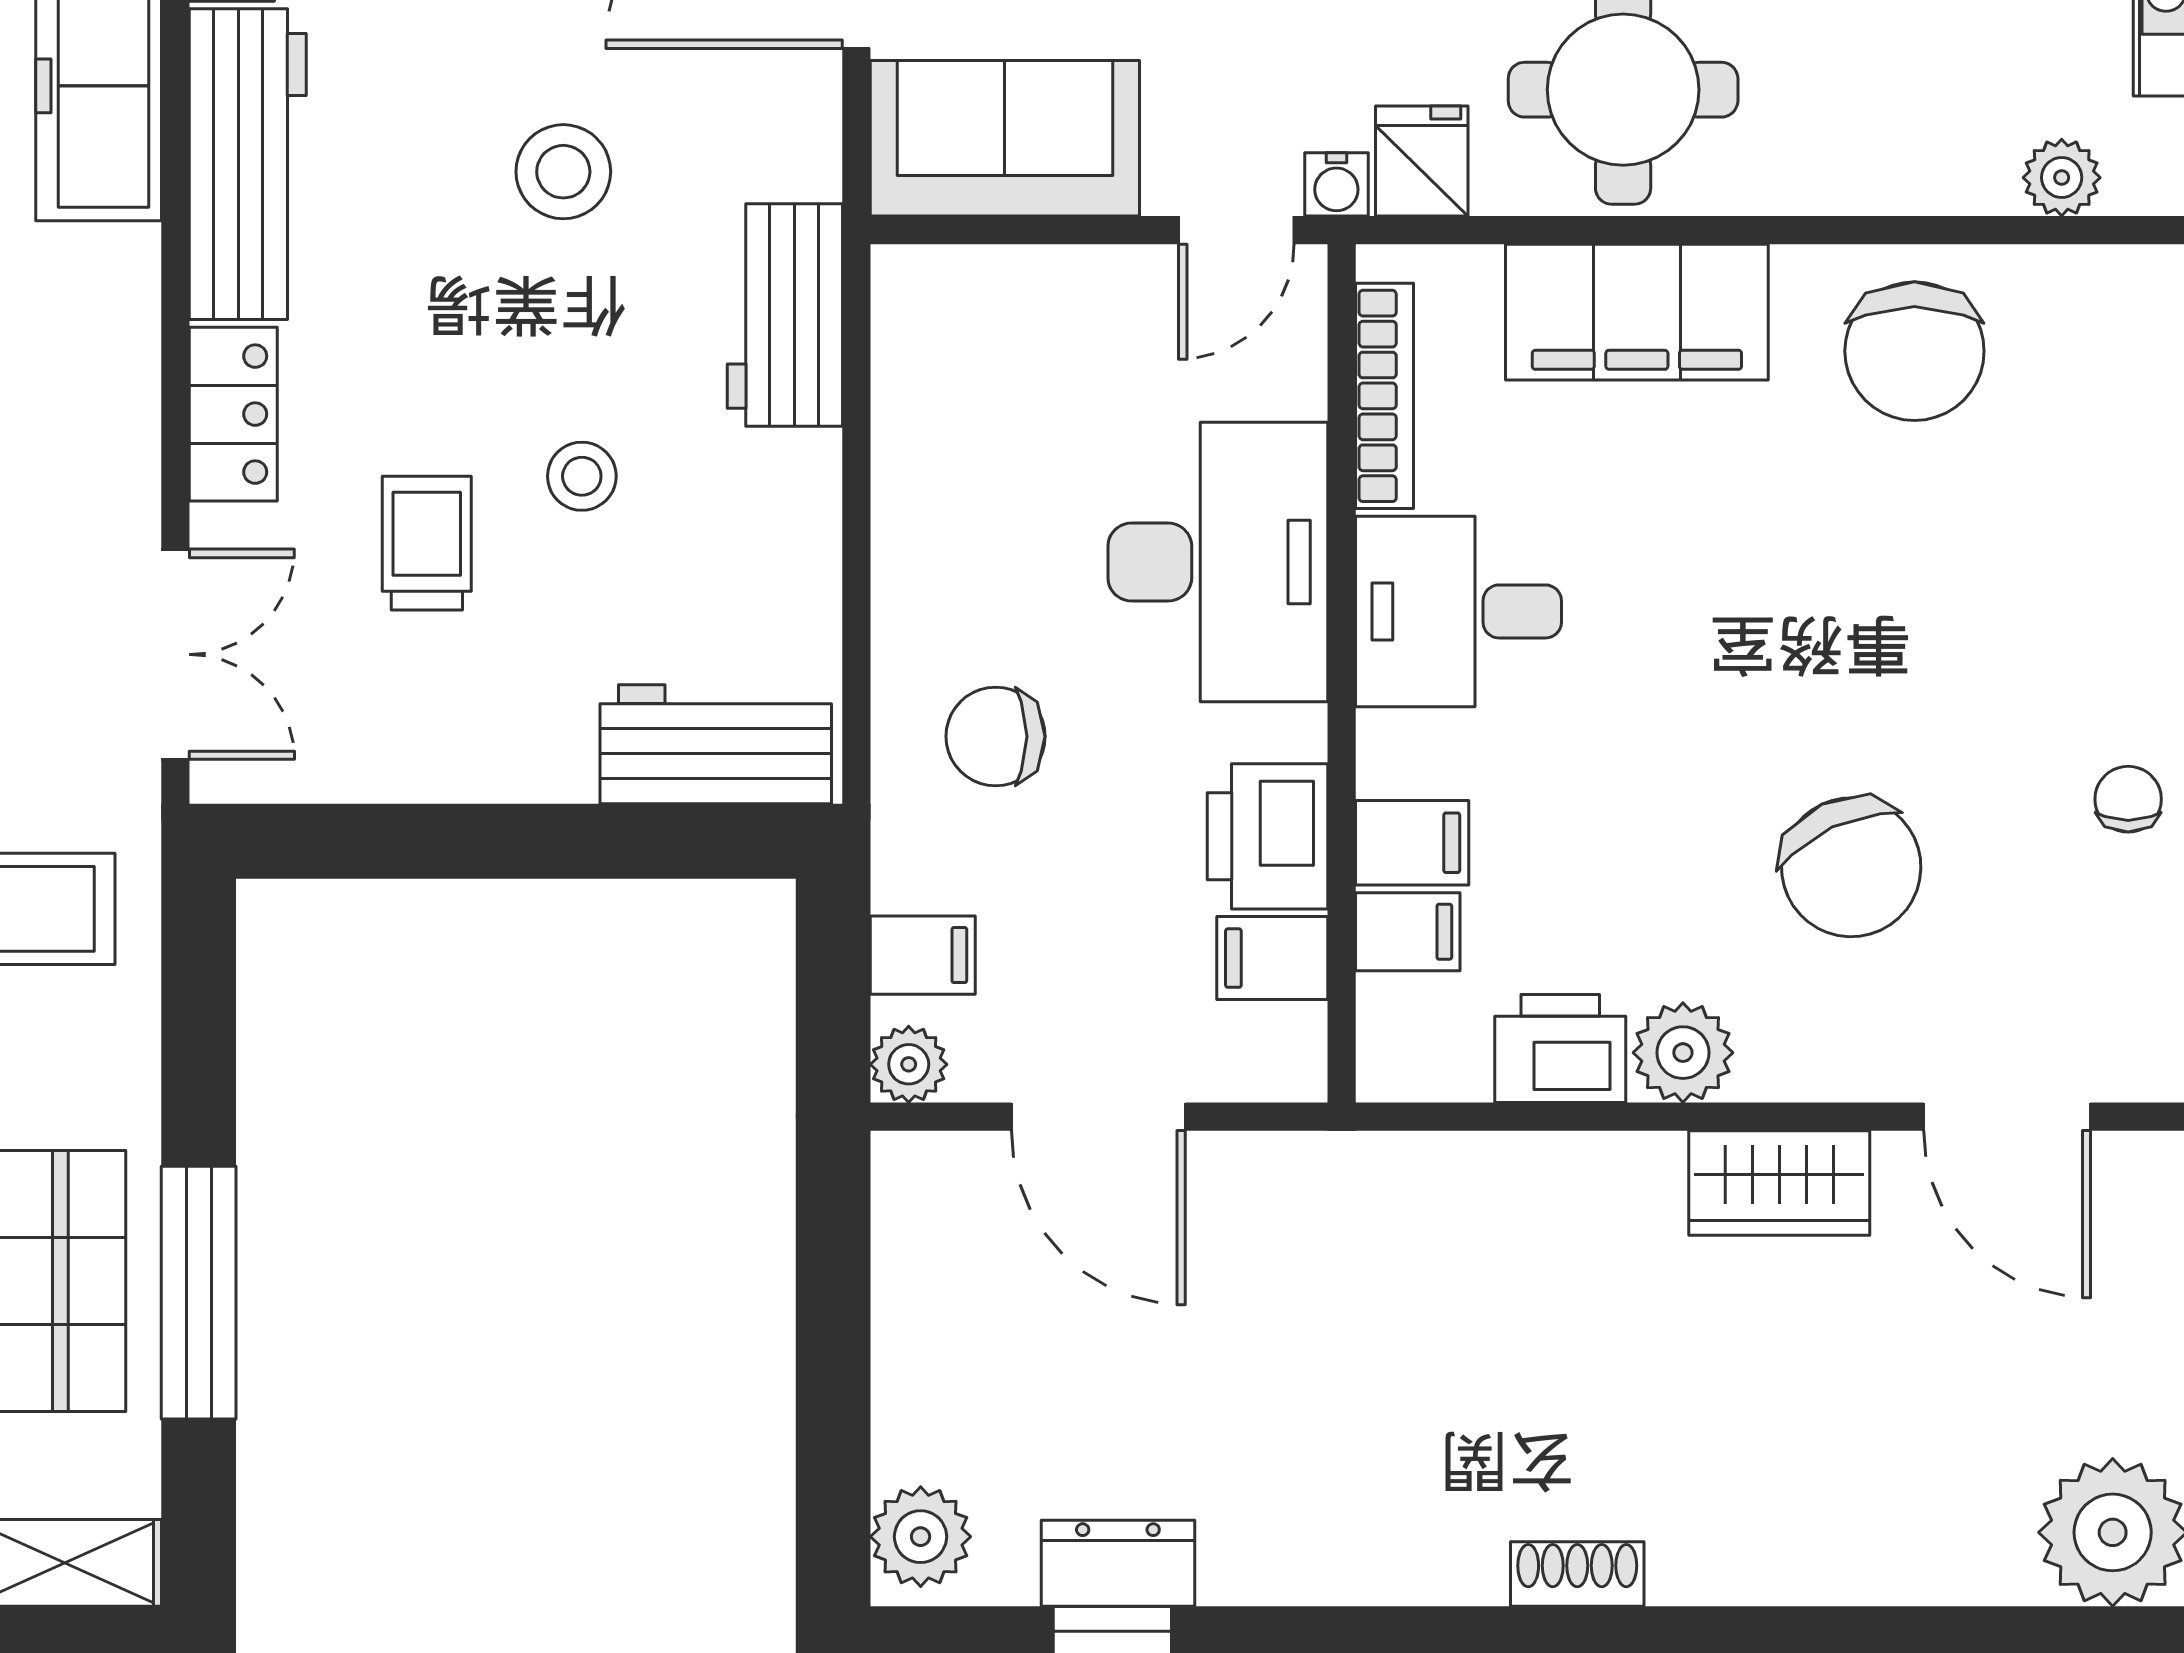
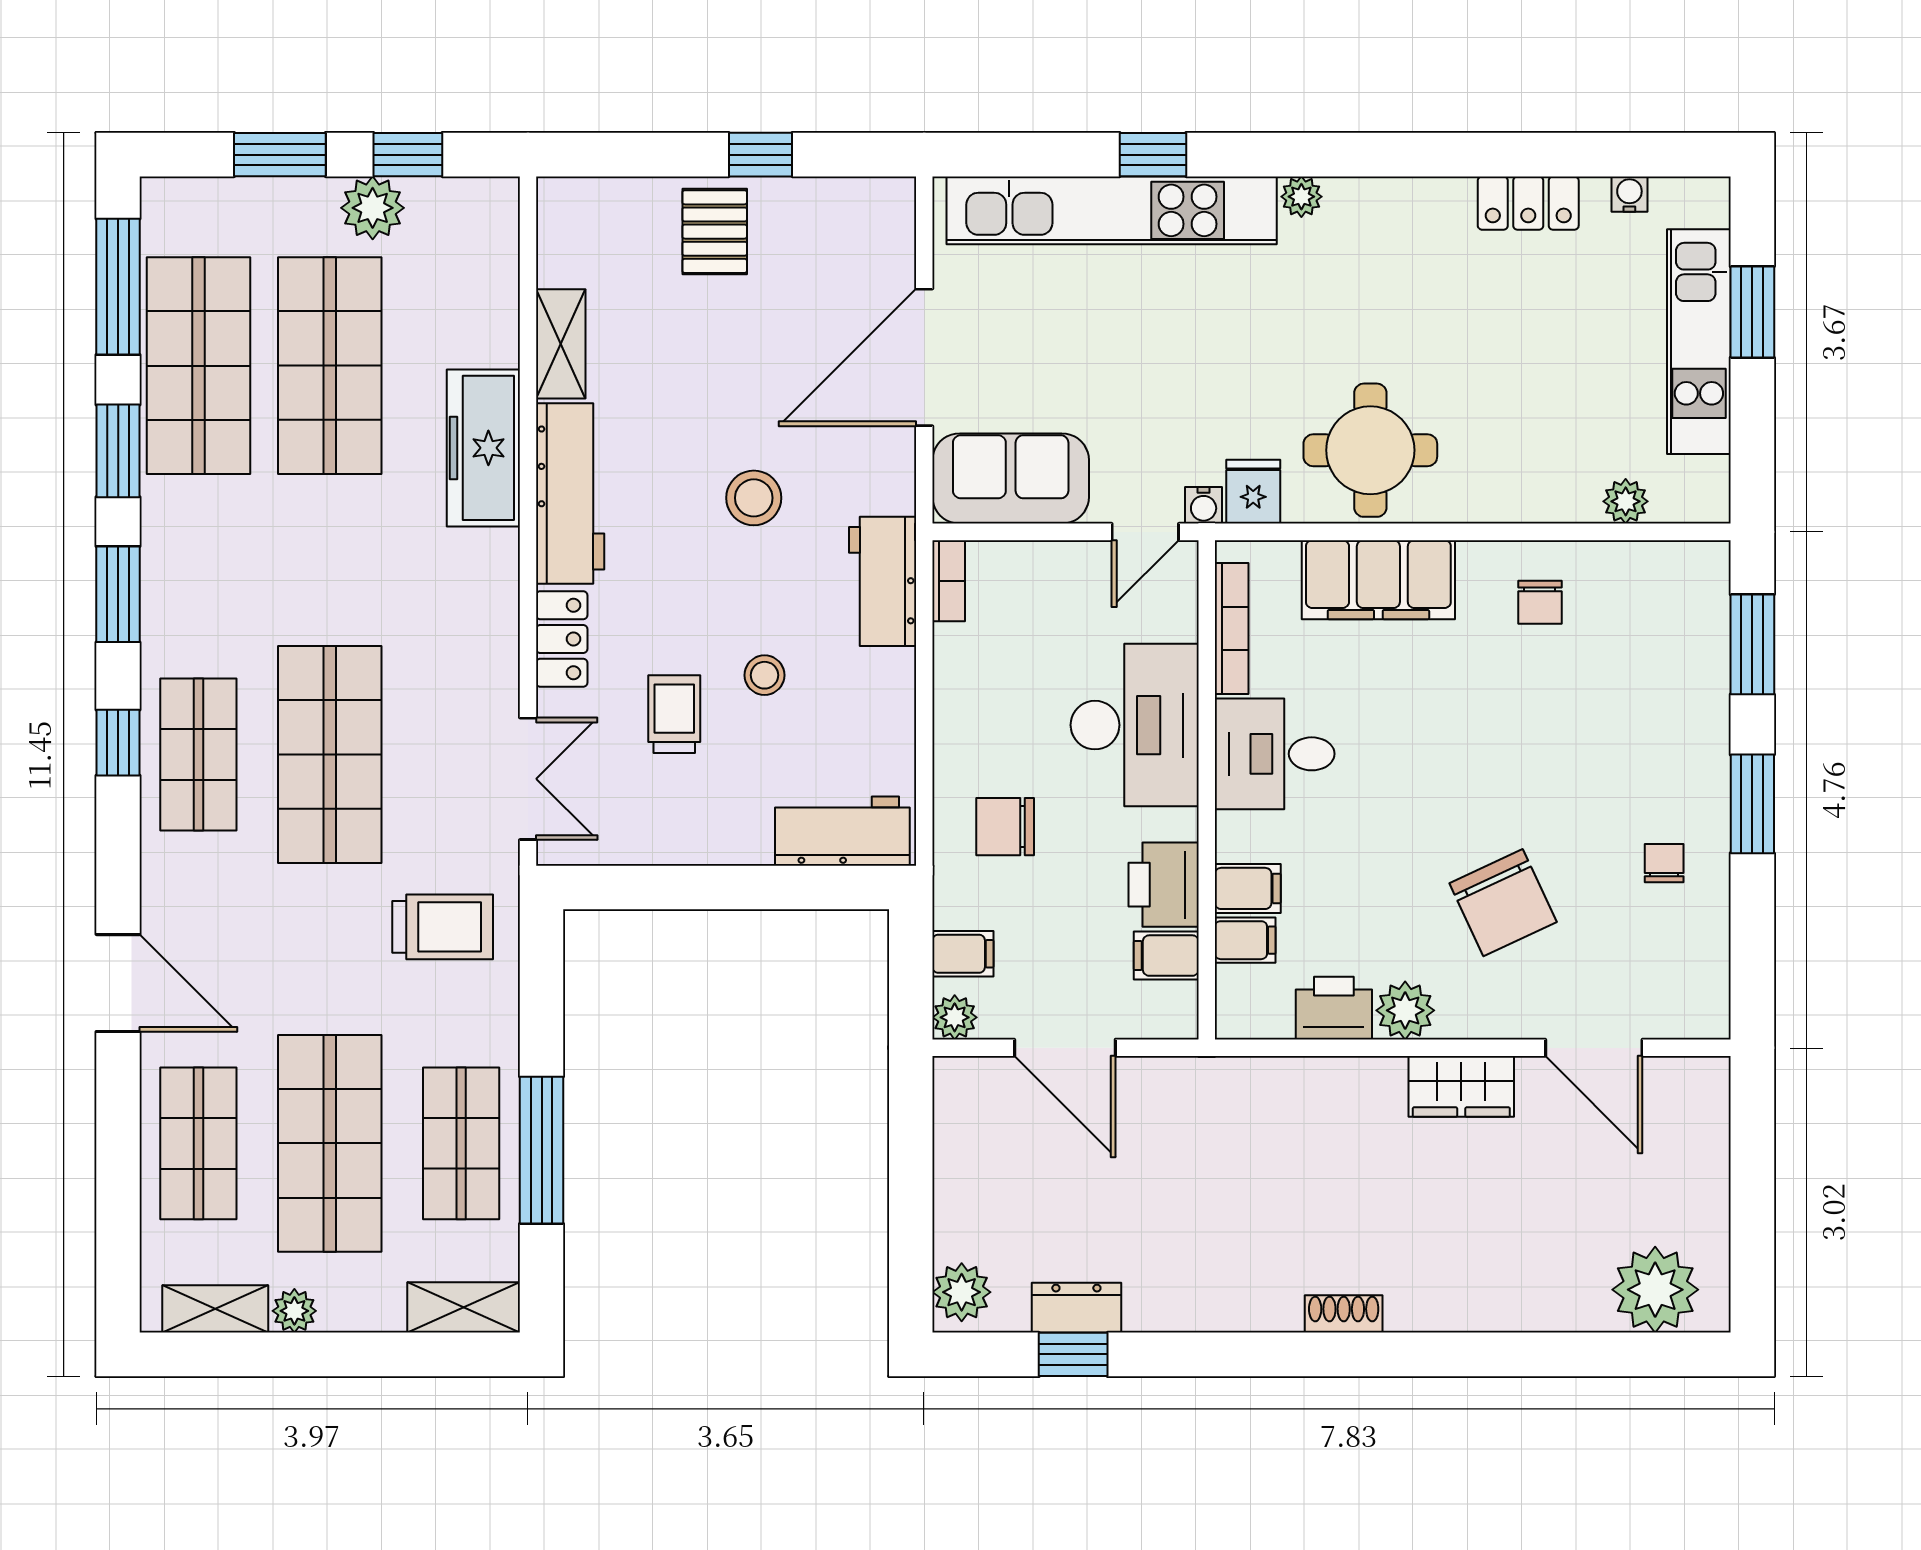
bookcase: (898, 314) -> (949, 581), added
chair: (1914, 351) -> (1540, 602), width x0.54, depth x0.54

